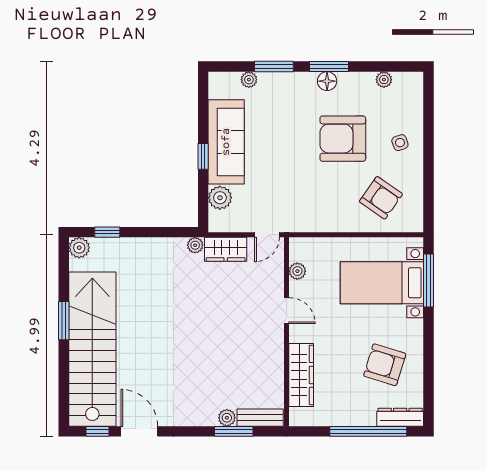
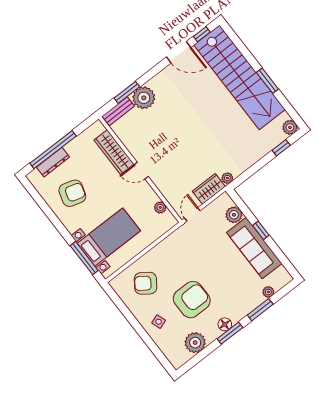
plant: (384, 80) -> (195, 343), width x1.87, depth x1.87
door: (287, 311) -> (141, 171), moved
dresser: (400, 417) -> (53, 162), moved
plant: (227, 418) -> (144, 98), width x1.87, depth x1.87

